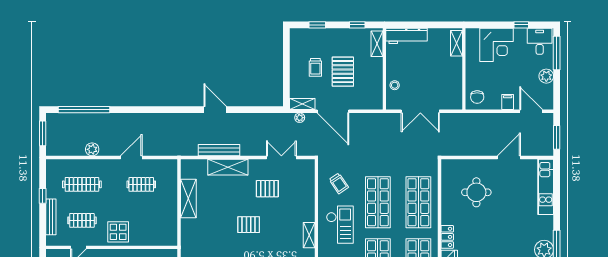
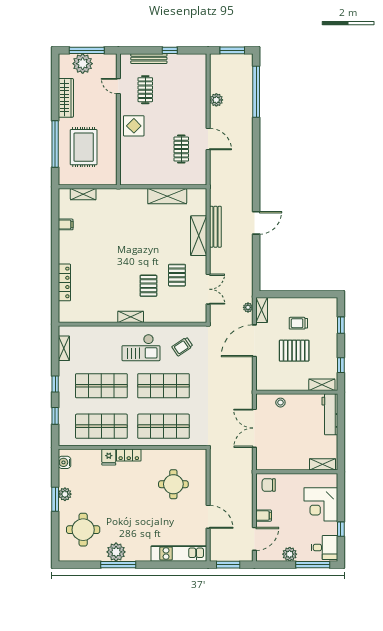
clothes rail: (82, 184) -> (181, 90), removed
pallet: (249, 225) -> (148, 286), moved

